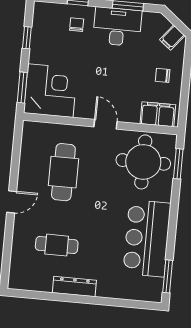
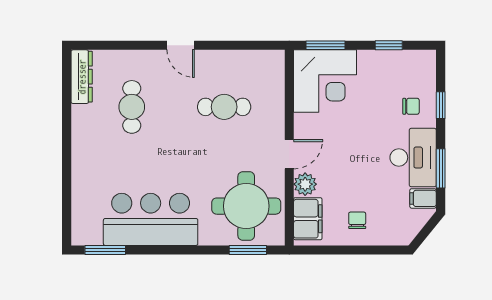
filing cabinet: (172, 38) -> (423, 198), moved, turned -39
plant: (130, 114) -> (305, 184), added
cafe table: (63, 172) -> (224, 107), width x0.73, depth x0.74
dresser: (74, 287) -> (82, 77), moved

